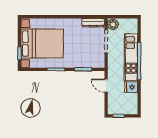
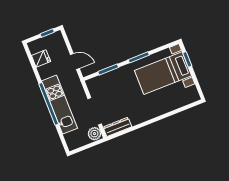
bed with nightstands: (42, 44) -> (163, 73), width x0.73
fridge: (131, 87) -> (41, 58), moved

